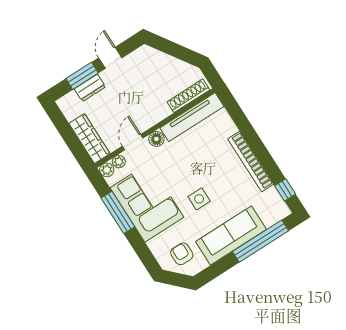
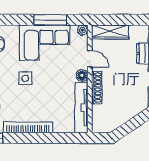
shoe rack: (188, 96) -> (97, 88), moved
plant: (119, 162) -> (83, 42), removed

